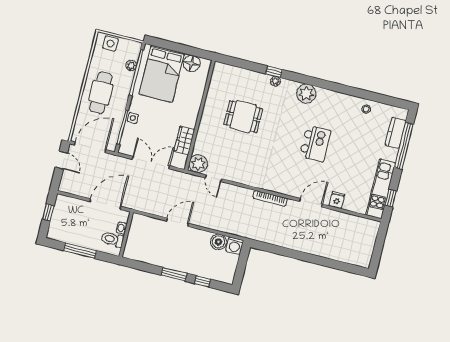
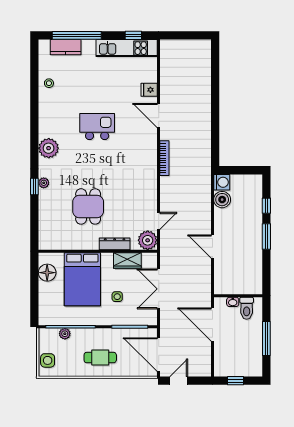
bed: (162, 74) -> (82, 279), moved, turned 90
cafe table: (101, 93) -> (100, 358), width x0.73, depth x0.74
side table: (133, 118) -> (117, 297), moved
dresser: (203, 132) -> (115, 244), added

